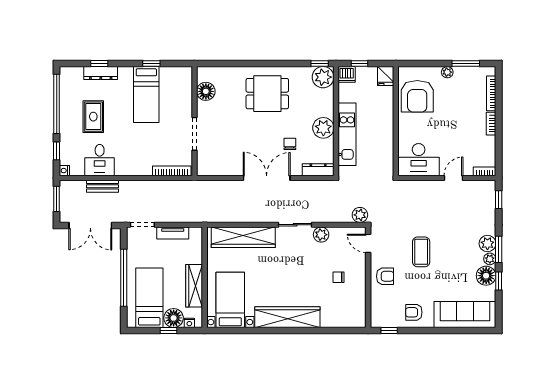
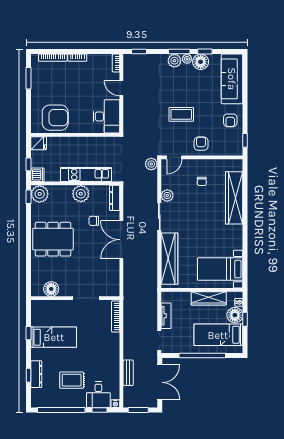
plant: (447, 72) -> (36, 93), removed
dining table: (267, 94) -> (53, 239), width x1.38
desk: (100, 160) -> (98, 395), moved, turned 90
wardrobe: (287, 317) -> (234, 198), moved

